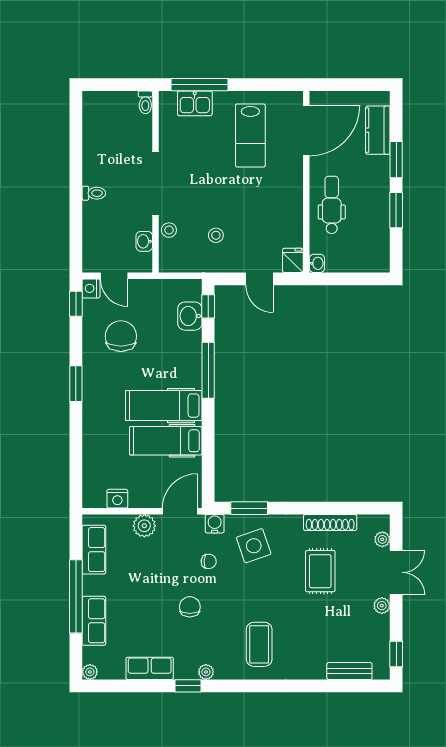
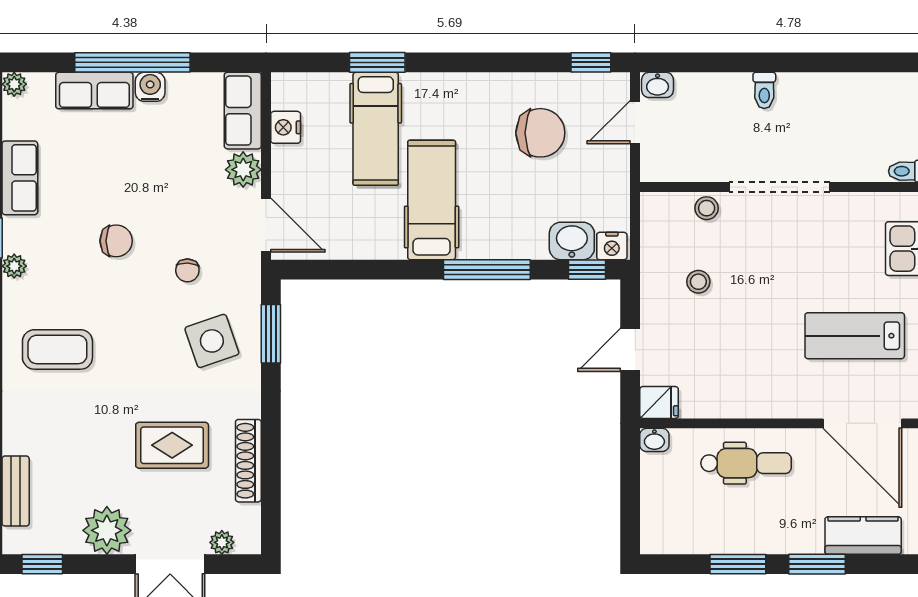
washbasin: (144, 241) -> (658, 85), moved, turned 180
nightstand: (91, 288) -> (612, 246), moved, turned 180
window: (76, 384) -> (377, 62), moved
hospital bed: (166, 441) -> (376, 129), moved, turned 180
water cooler: (215, 524) -> (150, 87), moved, turned -90
row of seats: (94, 550) -> (243, 111), moved, turned 90
plant: (382, 606) -> (107, 530), width x1.88, depth x1.88

